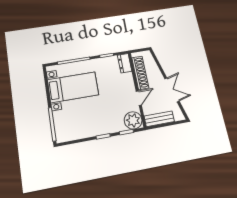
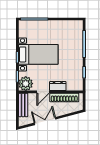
dresser: (125, 63) -> (58, 86), moved
bed with nightstands: (73, 87) -> (38, 54), moved, turned -90
double door: (172, 90) -> (45, 121), swing flipped
door: (139, 98) -> (43, 92), hinge flipped

